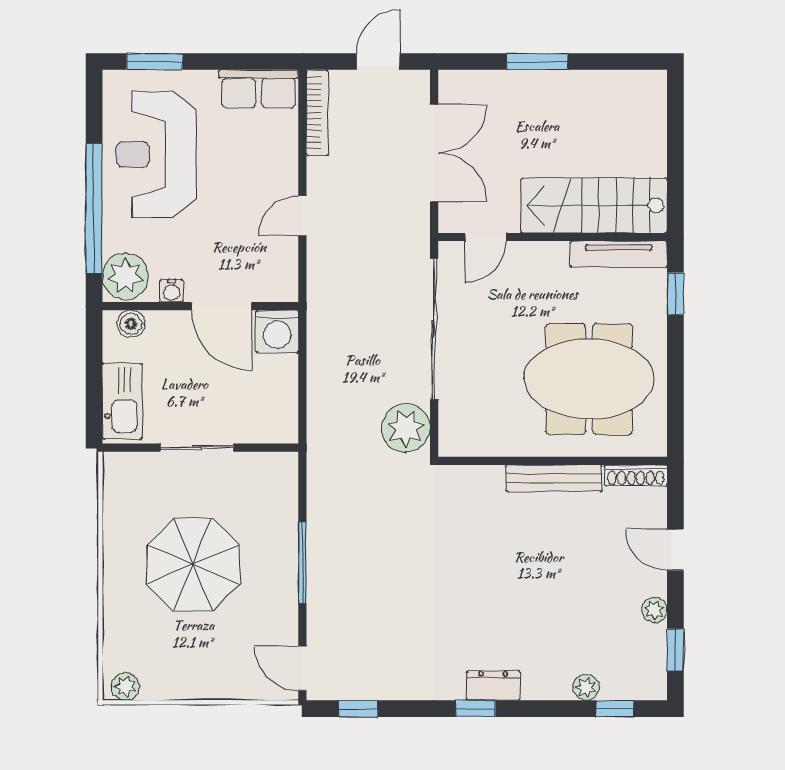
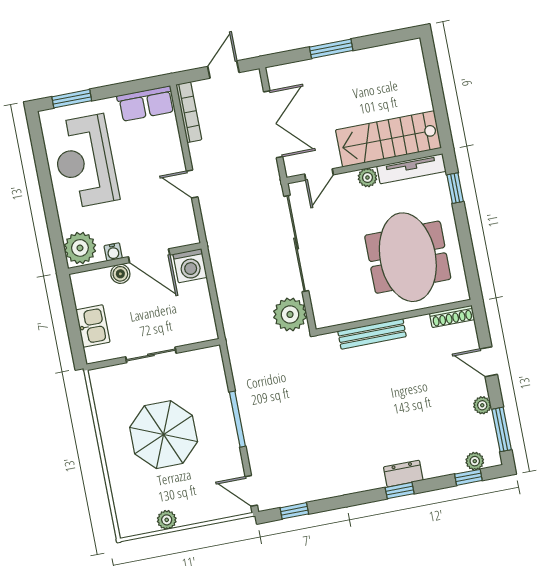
window: (94, 208) -> (50, 206), removed
door: (302, 216) -> (192, 184), hinge flipped
plant: (554, 255) -> (367, 178), added
boiler: (131, 324) -> (120, 274), moved
meeting table: (589, 379) -> (408, 257), turned 90
kitchen sink: (122, 401) -> (93, 326), width x0.73
bench: (554, 478) -> (372, 334), moved
window: (675, 650) -> (502, 429), width x1.50
dresser: (493, 686) -> (403, 474), moved
plant: (125, 687) -> (167, 520), moved
plant: (586, 687) -> (475, 461), moved
window: (476, 709) -> (400, 491), moved

